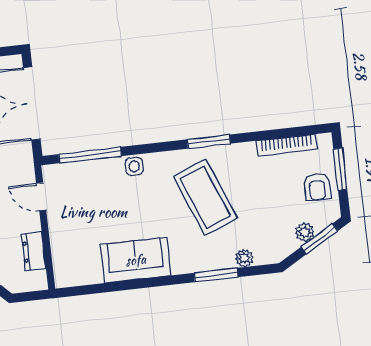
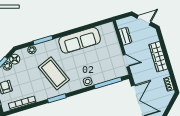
floor lamp: (286, 244) -> (15, 59), added
sofa: (136, 260) -> (80, 40), width x1.36

